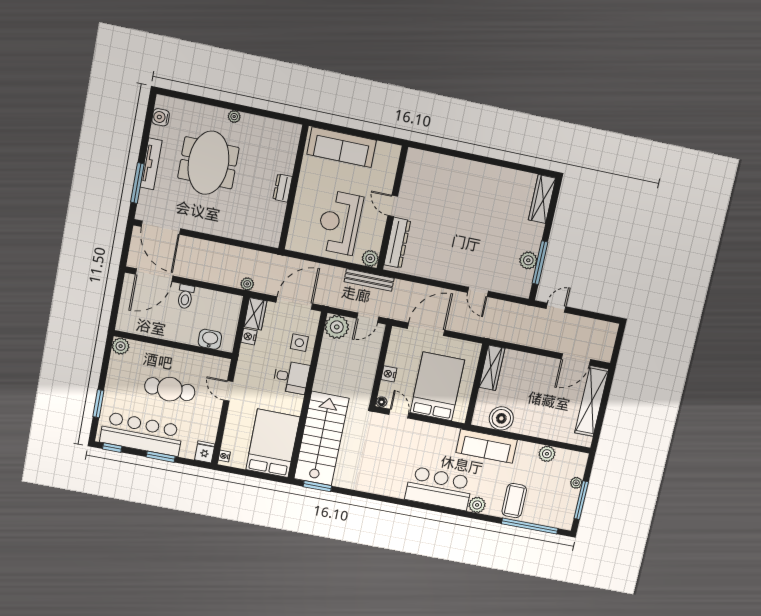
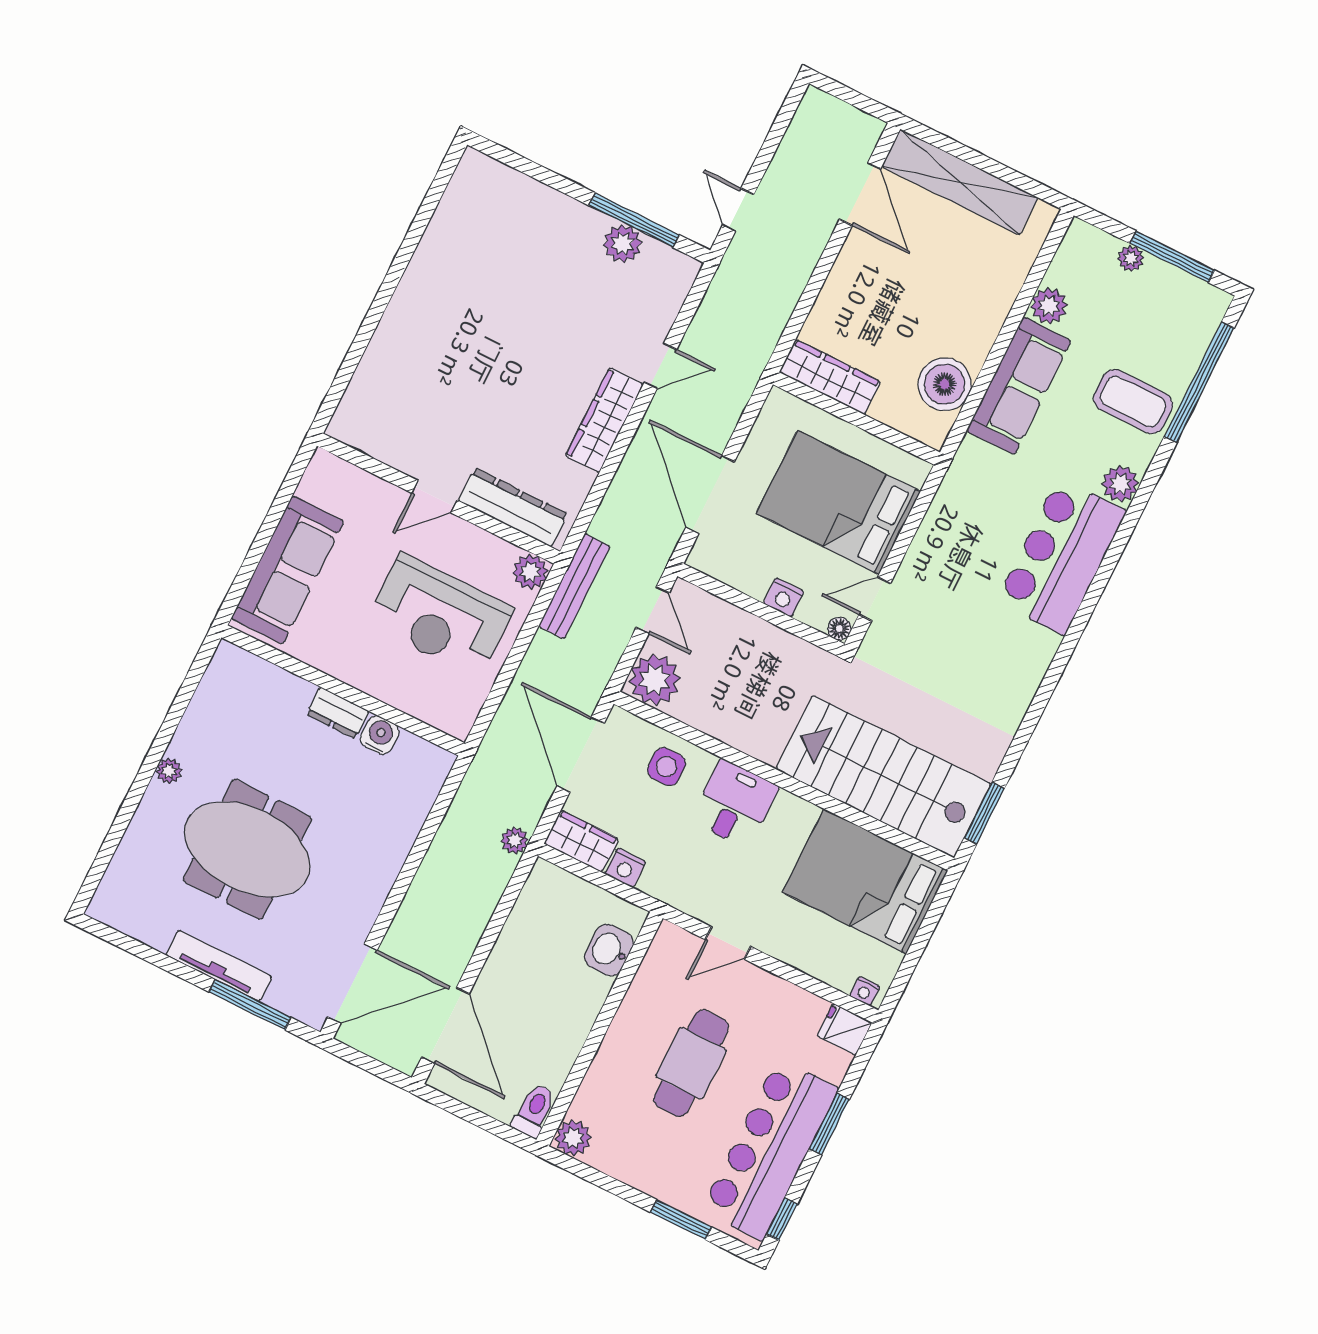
water cooler: (161, 117) -> (380, 735), moved, turned 180
wardrobe: (542, 199) -> (604, 420), moved, turned 90
toilet: (185, 297) -> (534, 1110), moved, turned -90
sofa: (487, 446) -> (1019, 386), moved

